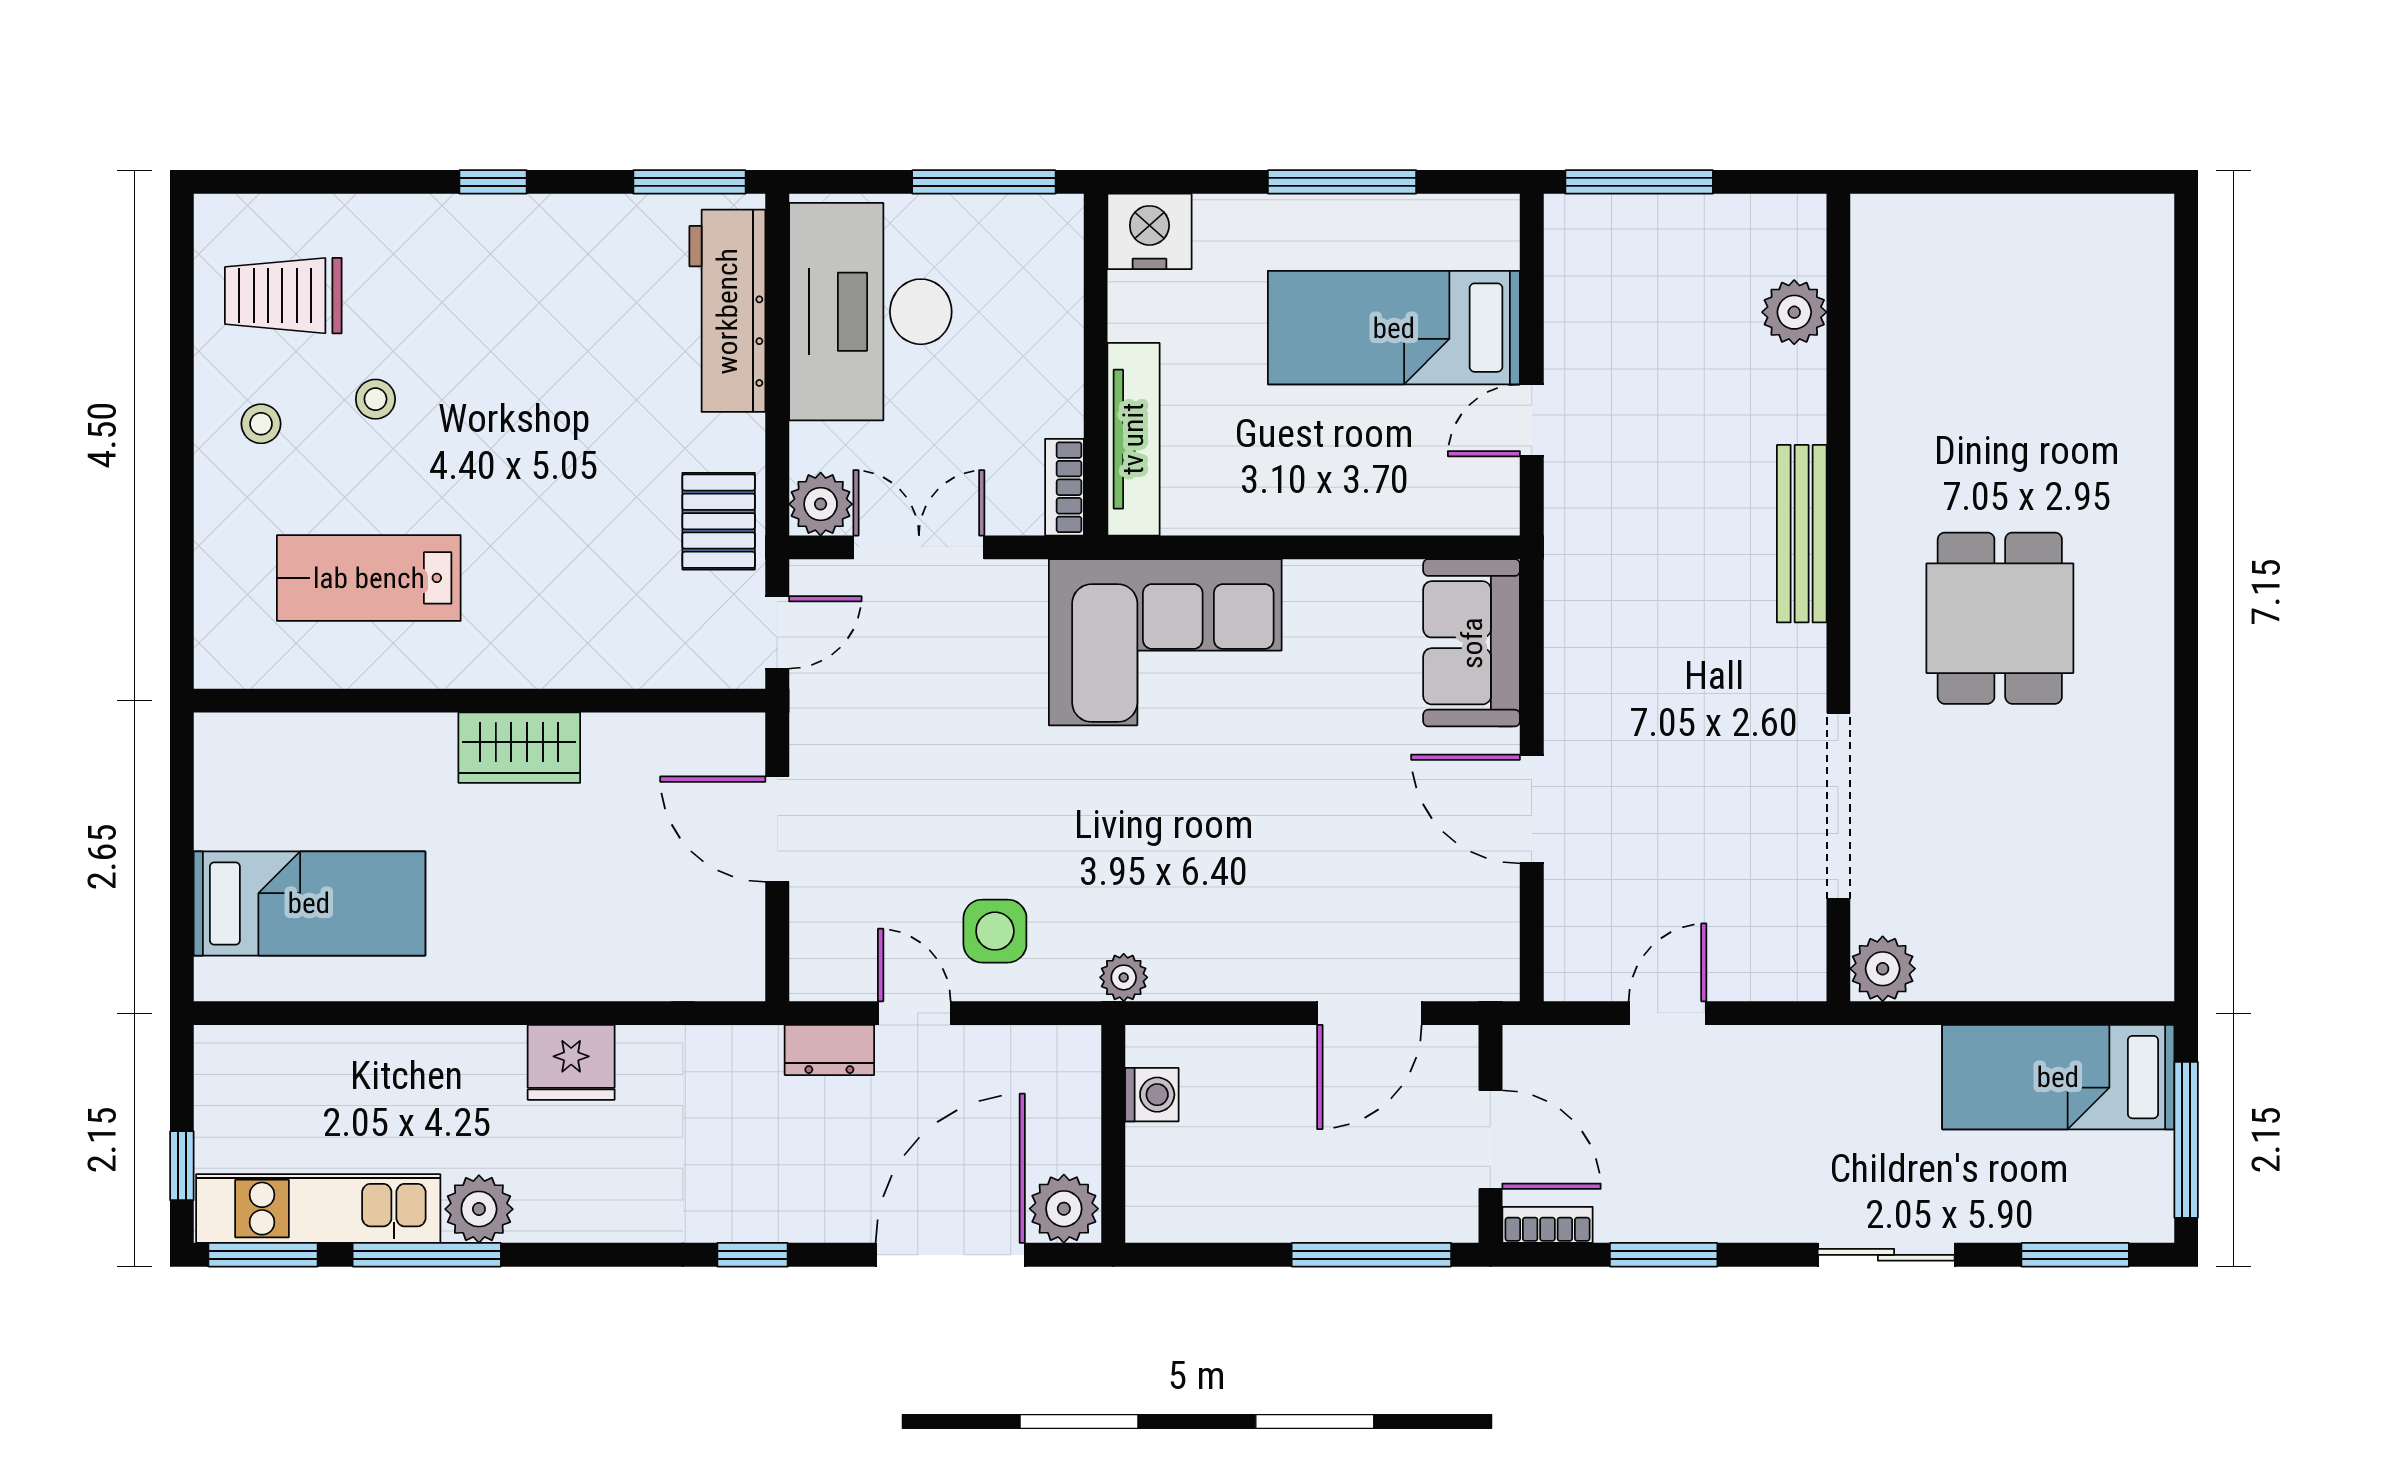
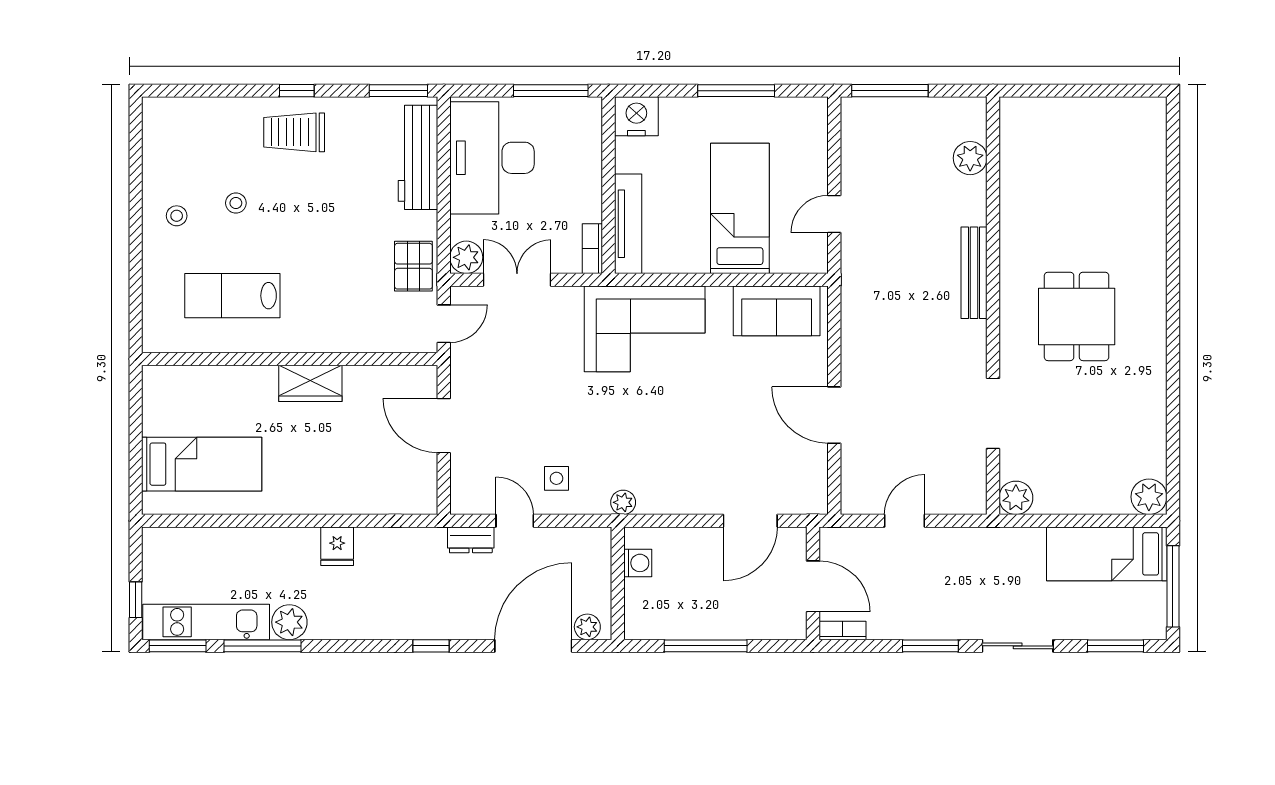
trolley: (283, 296) -> (294, 132), moved
bed: (1394, 328) -> (740, 208), moved, turned 90
sofa: (1472, 643) -> (777, 311), moved, turned -90
doorway: (1838, 806) -> (993, 413), width x0.73
side table: (995, 931) -> (556, 478), width x0.73, depth x0.73
plant: (2140, 967) -> (1149, 497), added
fridge: (571, 1062) -> (337, 546), width x0.72
plant: (1064, 1209) -> (587, 627), width x0.73, depth x0.73
window: (1371, 1255) -> (706, 646), moved
window: (1664, 1255) -> (930, 646), moved

